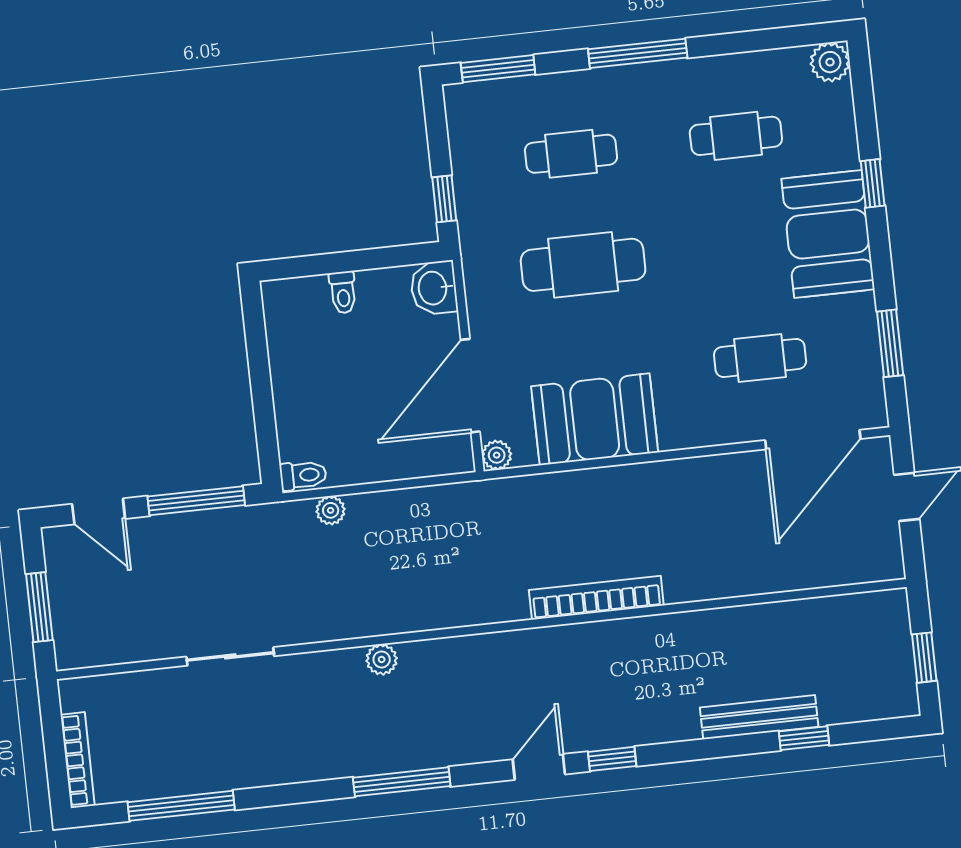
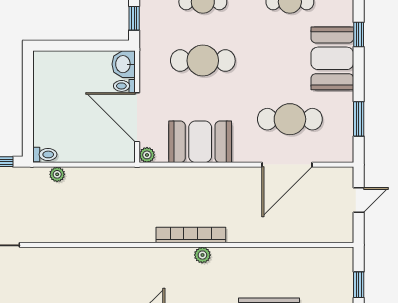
toilet: (343, 292) -> (124, 86), moved, turned 90
cafe table: (760, 358) -> (290, 119), width x1.37, depth x1.35
door: (470, 386) -> (137, 117), hinge flipped
door: (813, 440) -> (287, 165), moved
plant: (382, 659) -> (202, 255), moved

